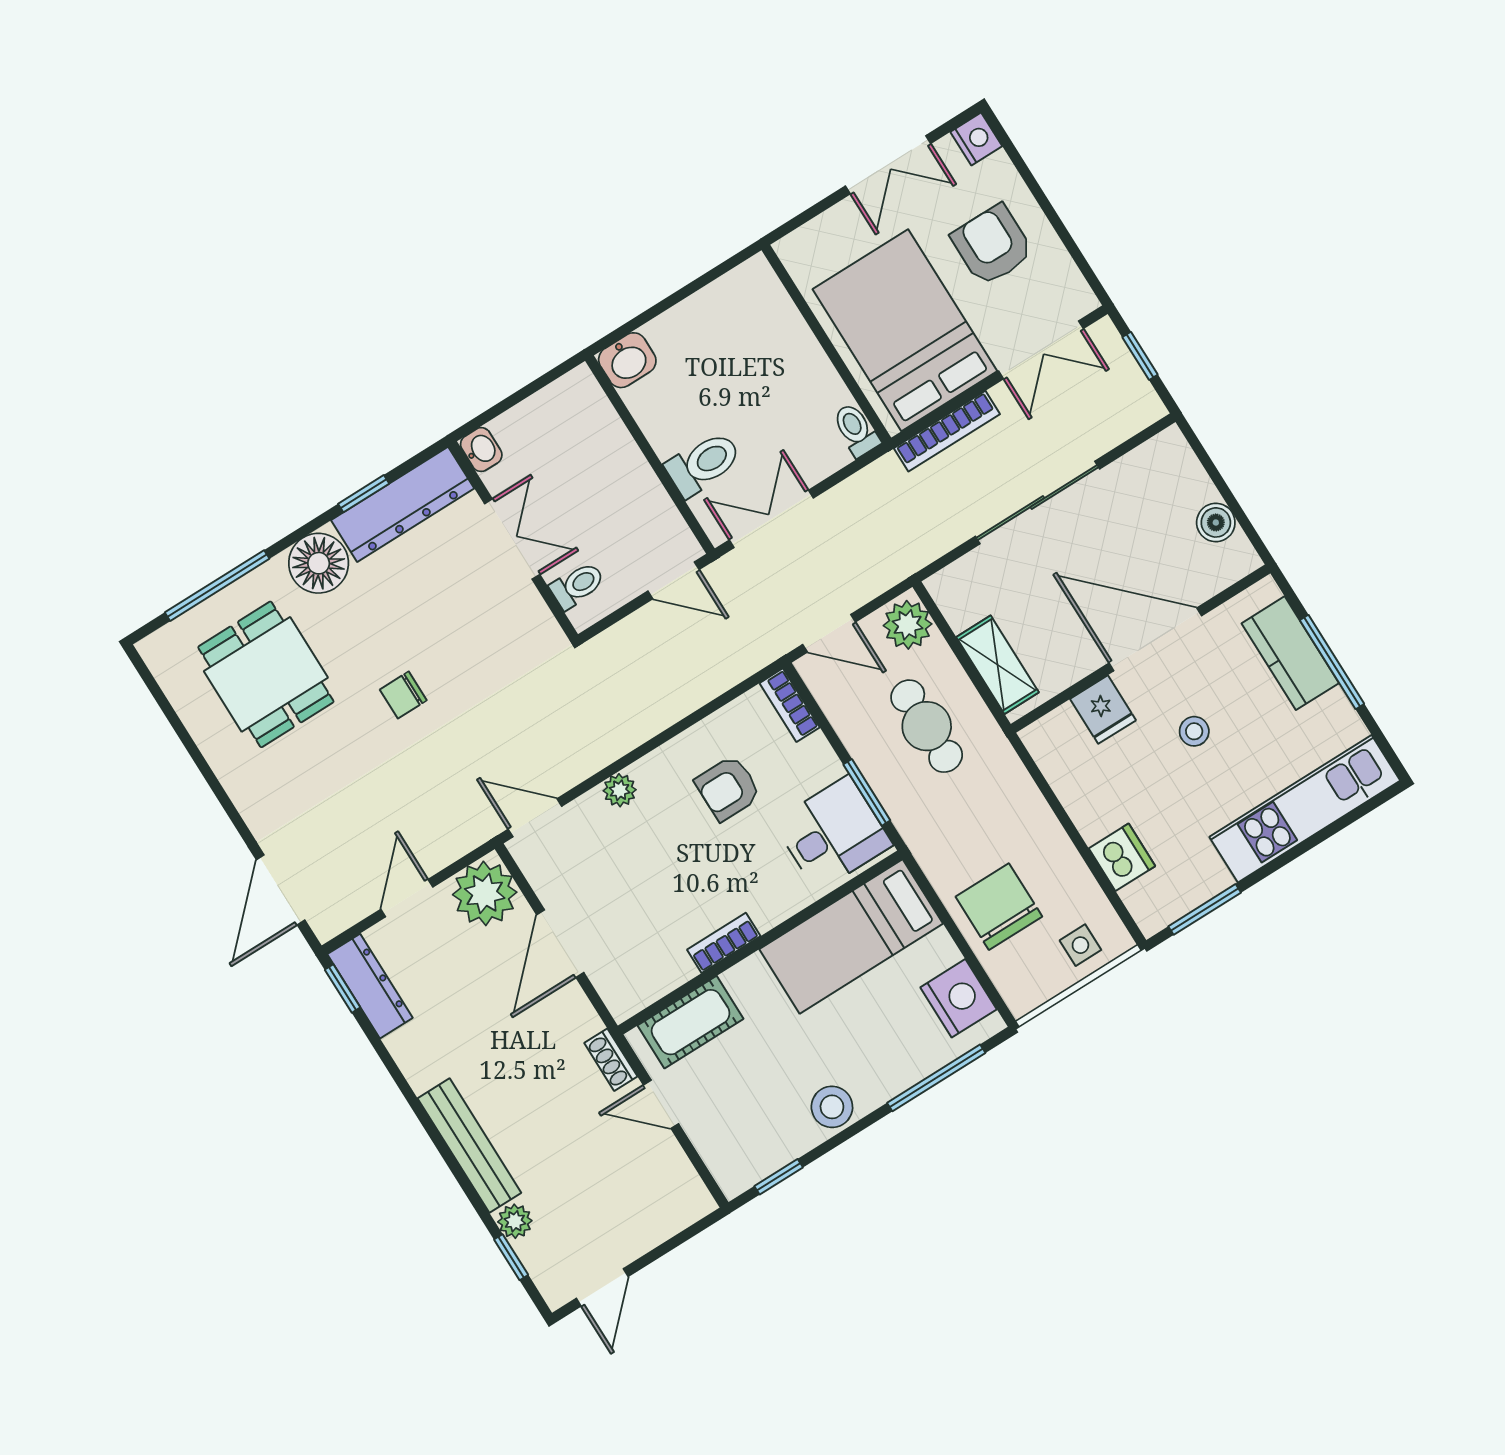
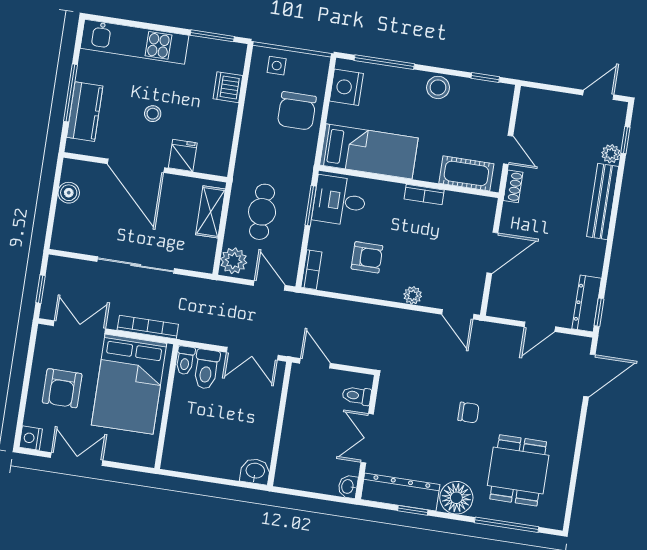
toilet: (703, 464) -> (206, 369), moved, turned -90
plant: (485, 893) -> (506, 301), removed

